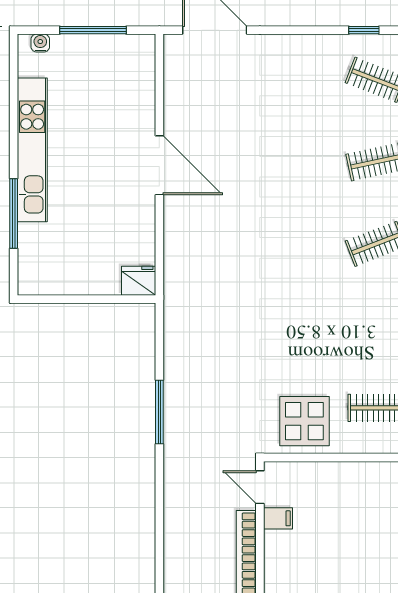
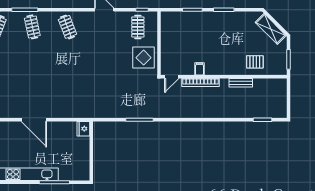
door: (159, 165) -> (34, 120), swing flipped
filing cabinet: (278, 518) -> (199, 69), moved

